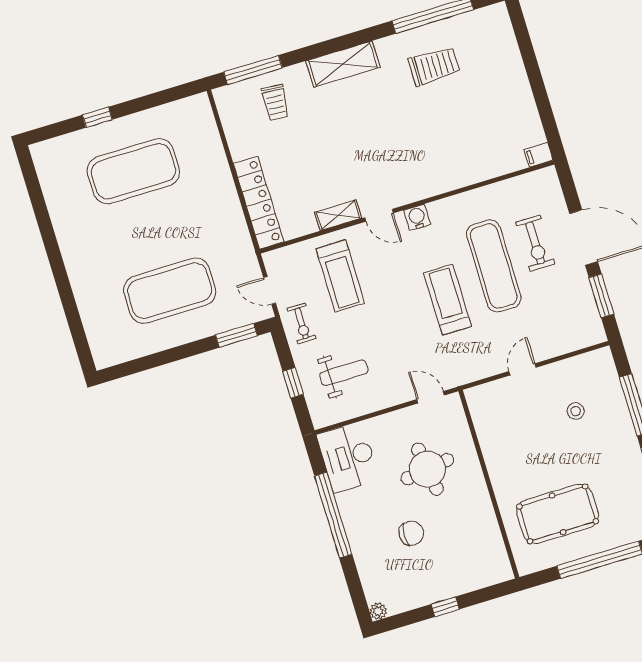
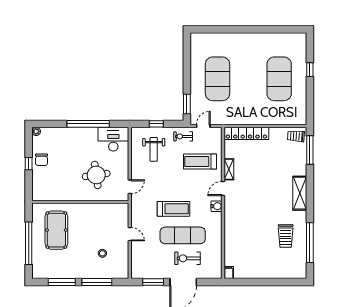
trolley: (275, 102) -> (296, 136), moved
chair: (411, 533) -> (42, 160), moved

